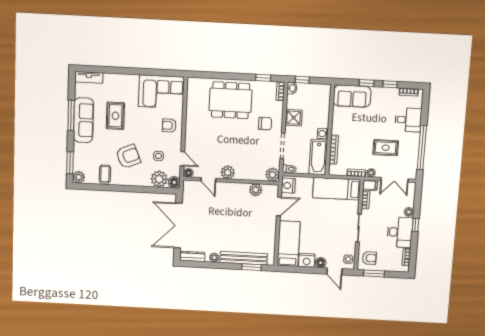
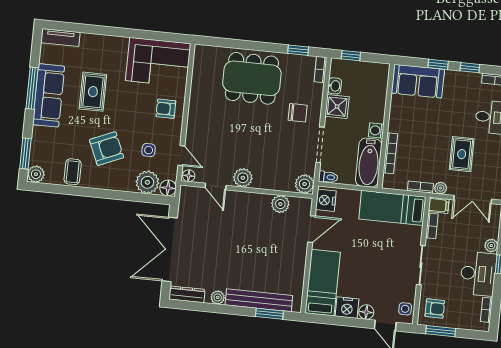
washbasin: (292, 88) -> (335, 86), moved
rug: (386, 148) -> (462, 154), turned 90

